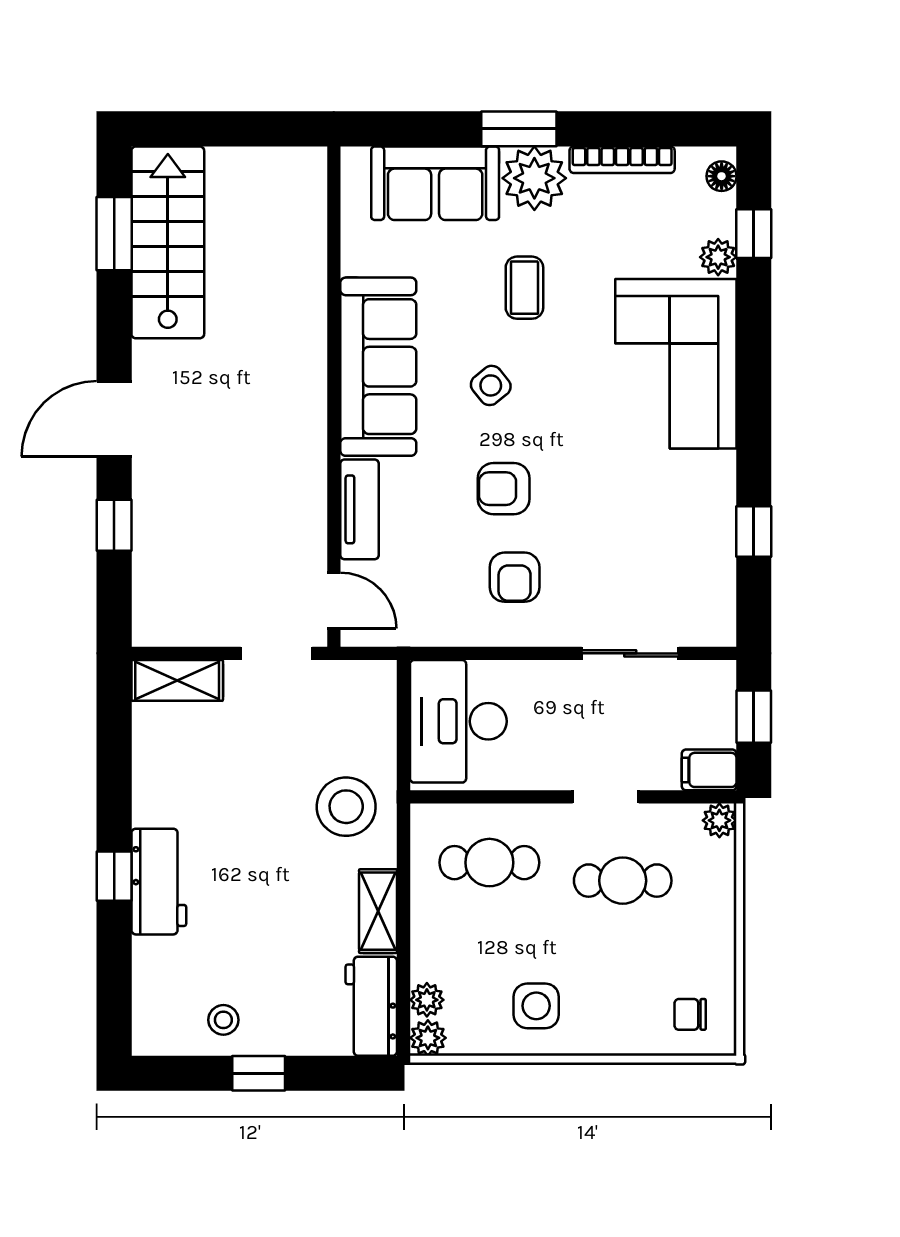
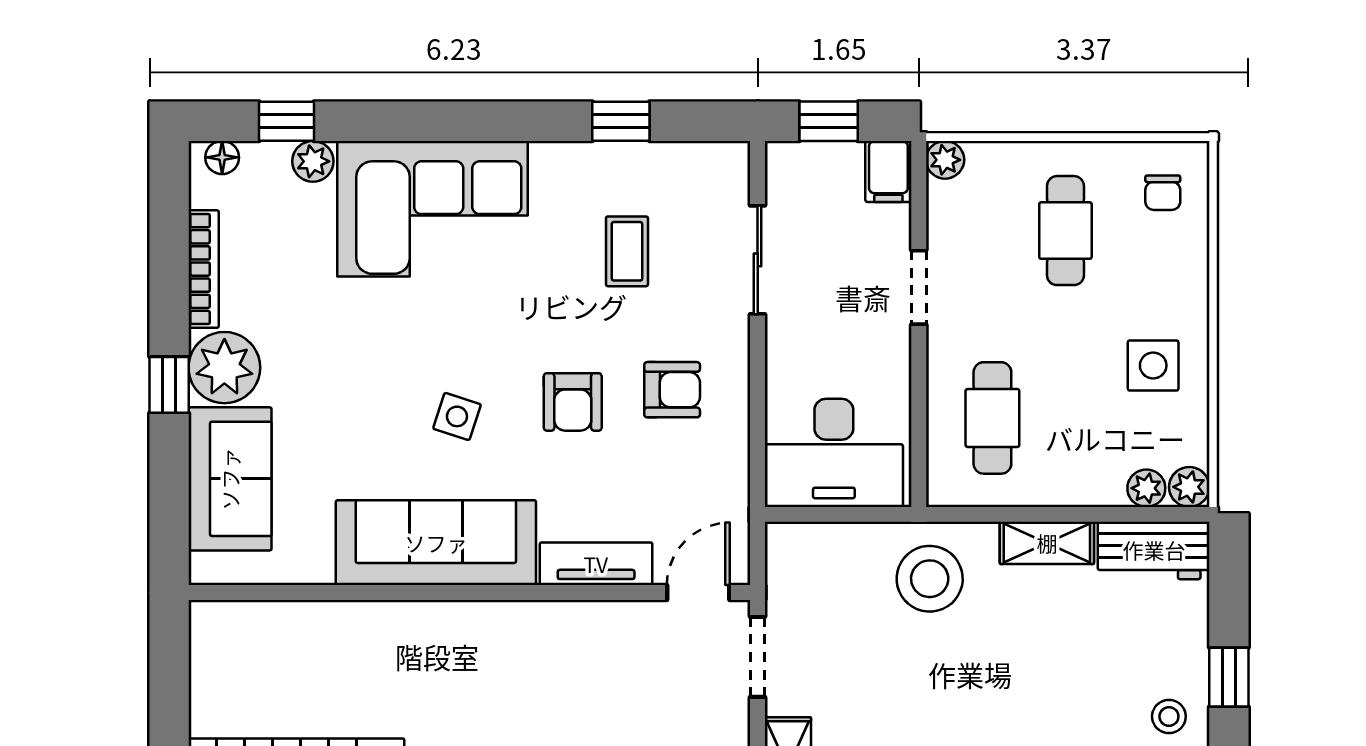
window: (519, 129) -> (169, 385), width x0.67
coffee table: (524, 288) -> (627, 251), moved, turned 90
side table: (491, 385) -> (457, 416), turned -33
cafe table: (623, 881) -> (1065, 231), moved

